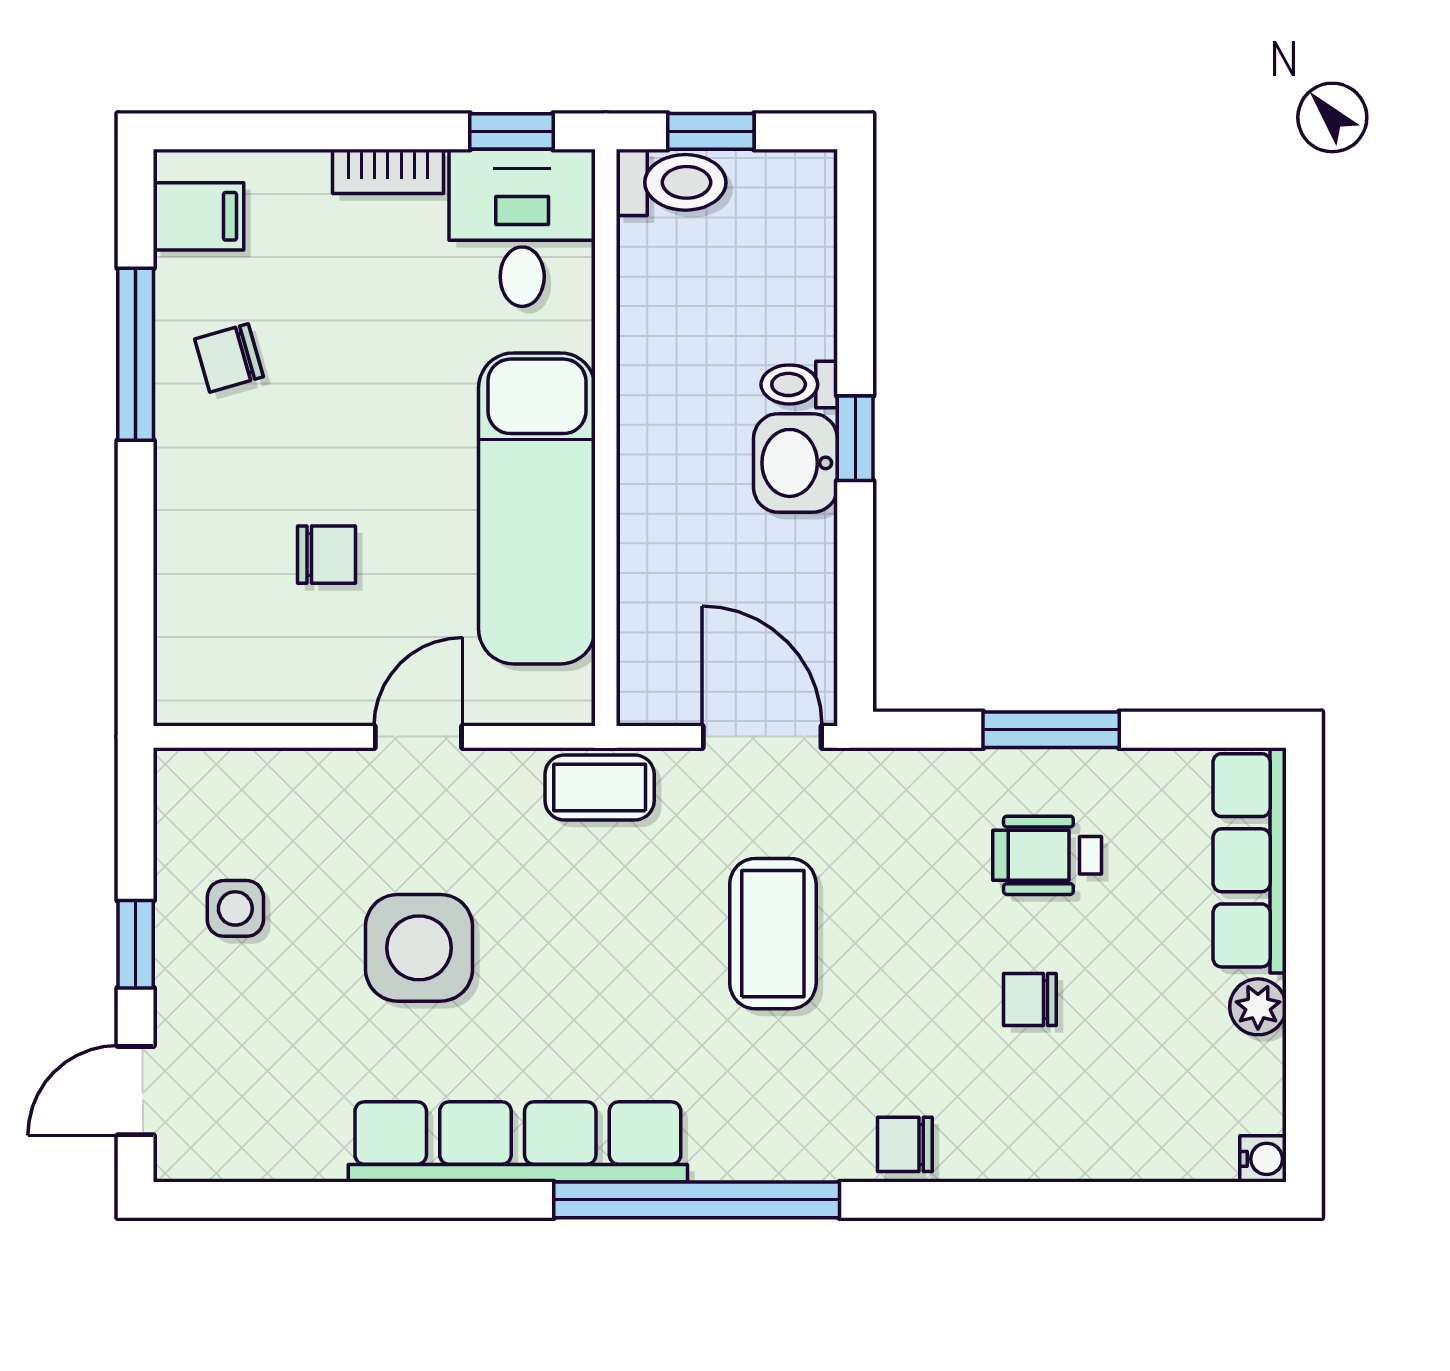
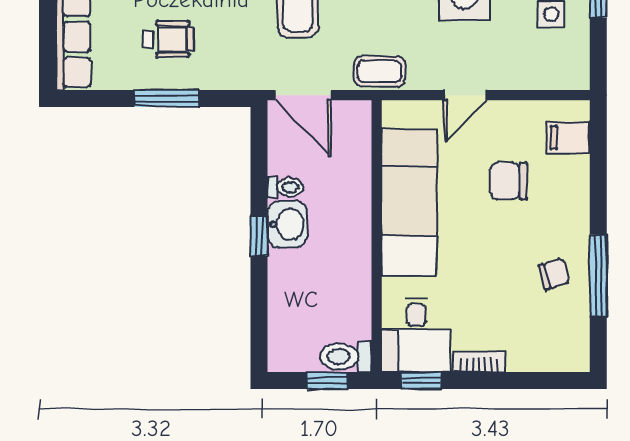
filing cabinet: (199, 216) -> (569, 138), moved
toilet: (799, 384) -> (285, 187), moved
chair: (327, 555) -> (508, 181), width x1.37, depth x1.37

